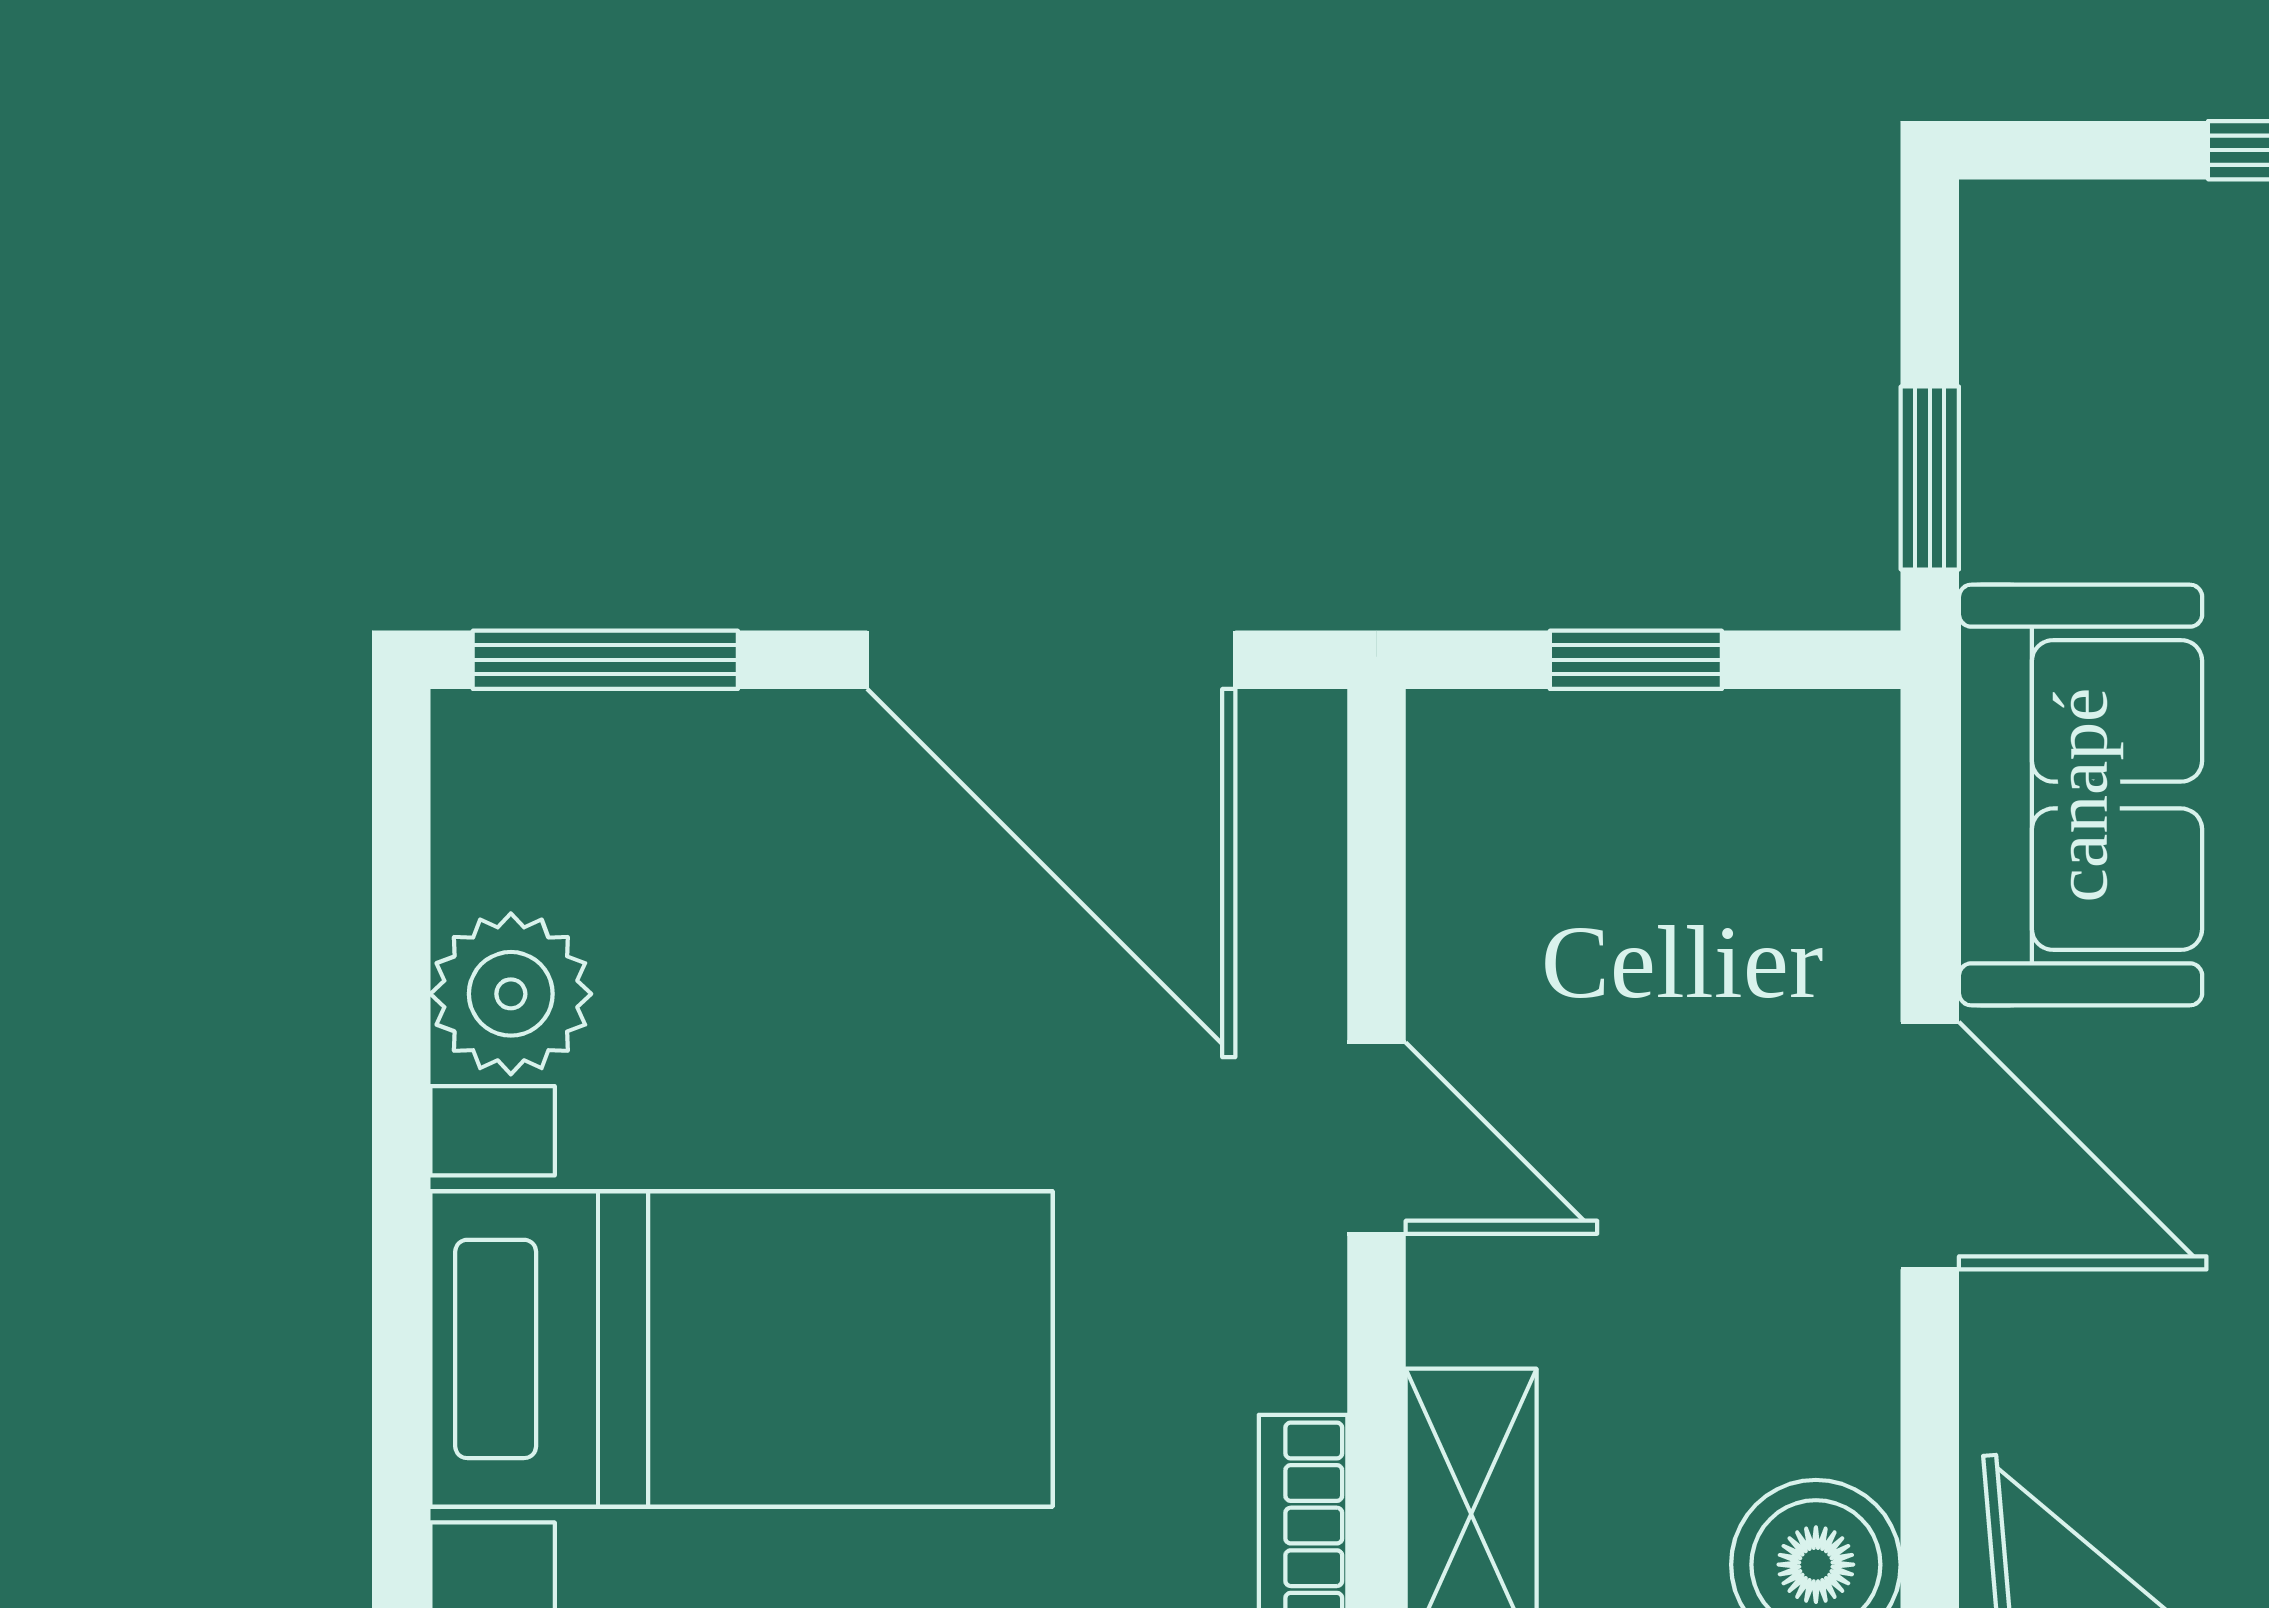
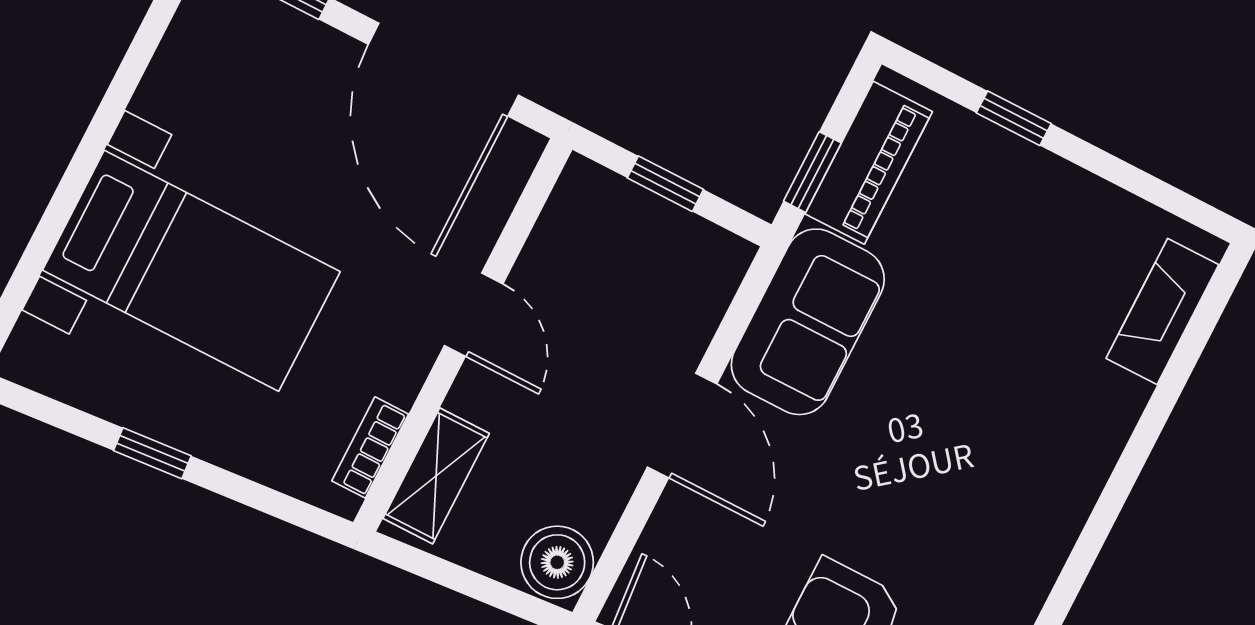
piano: (2037, 398) -> (869, 163), added
plant: (511, 994) -> (173, 91), removed

